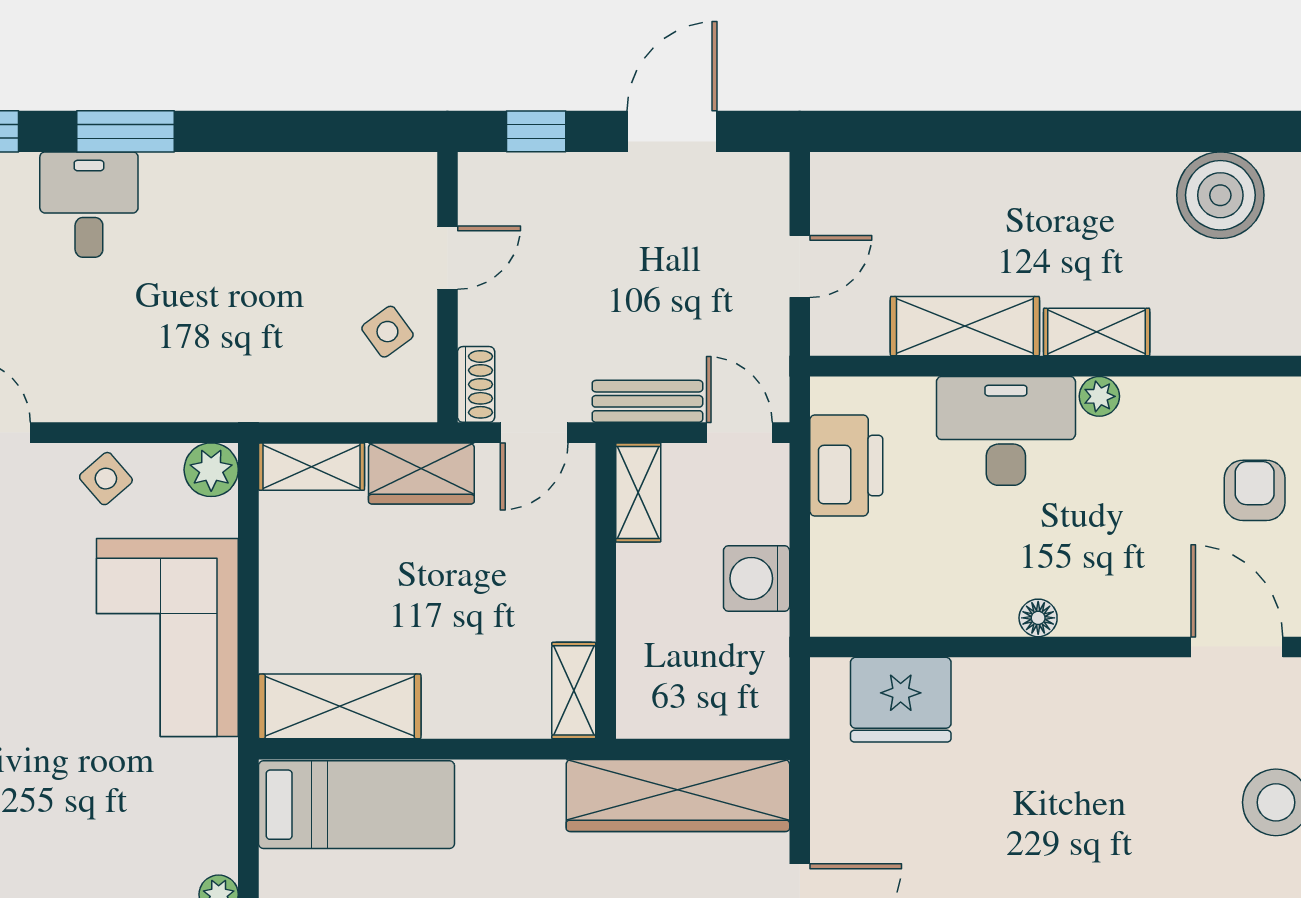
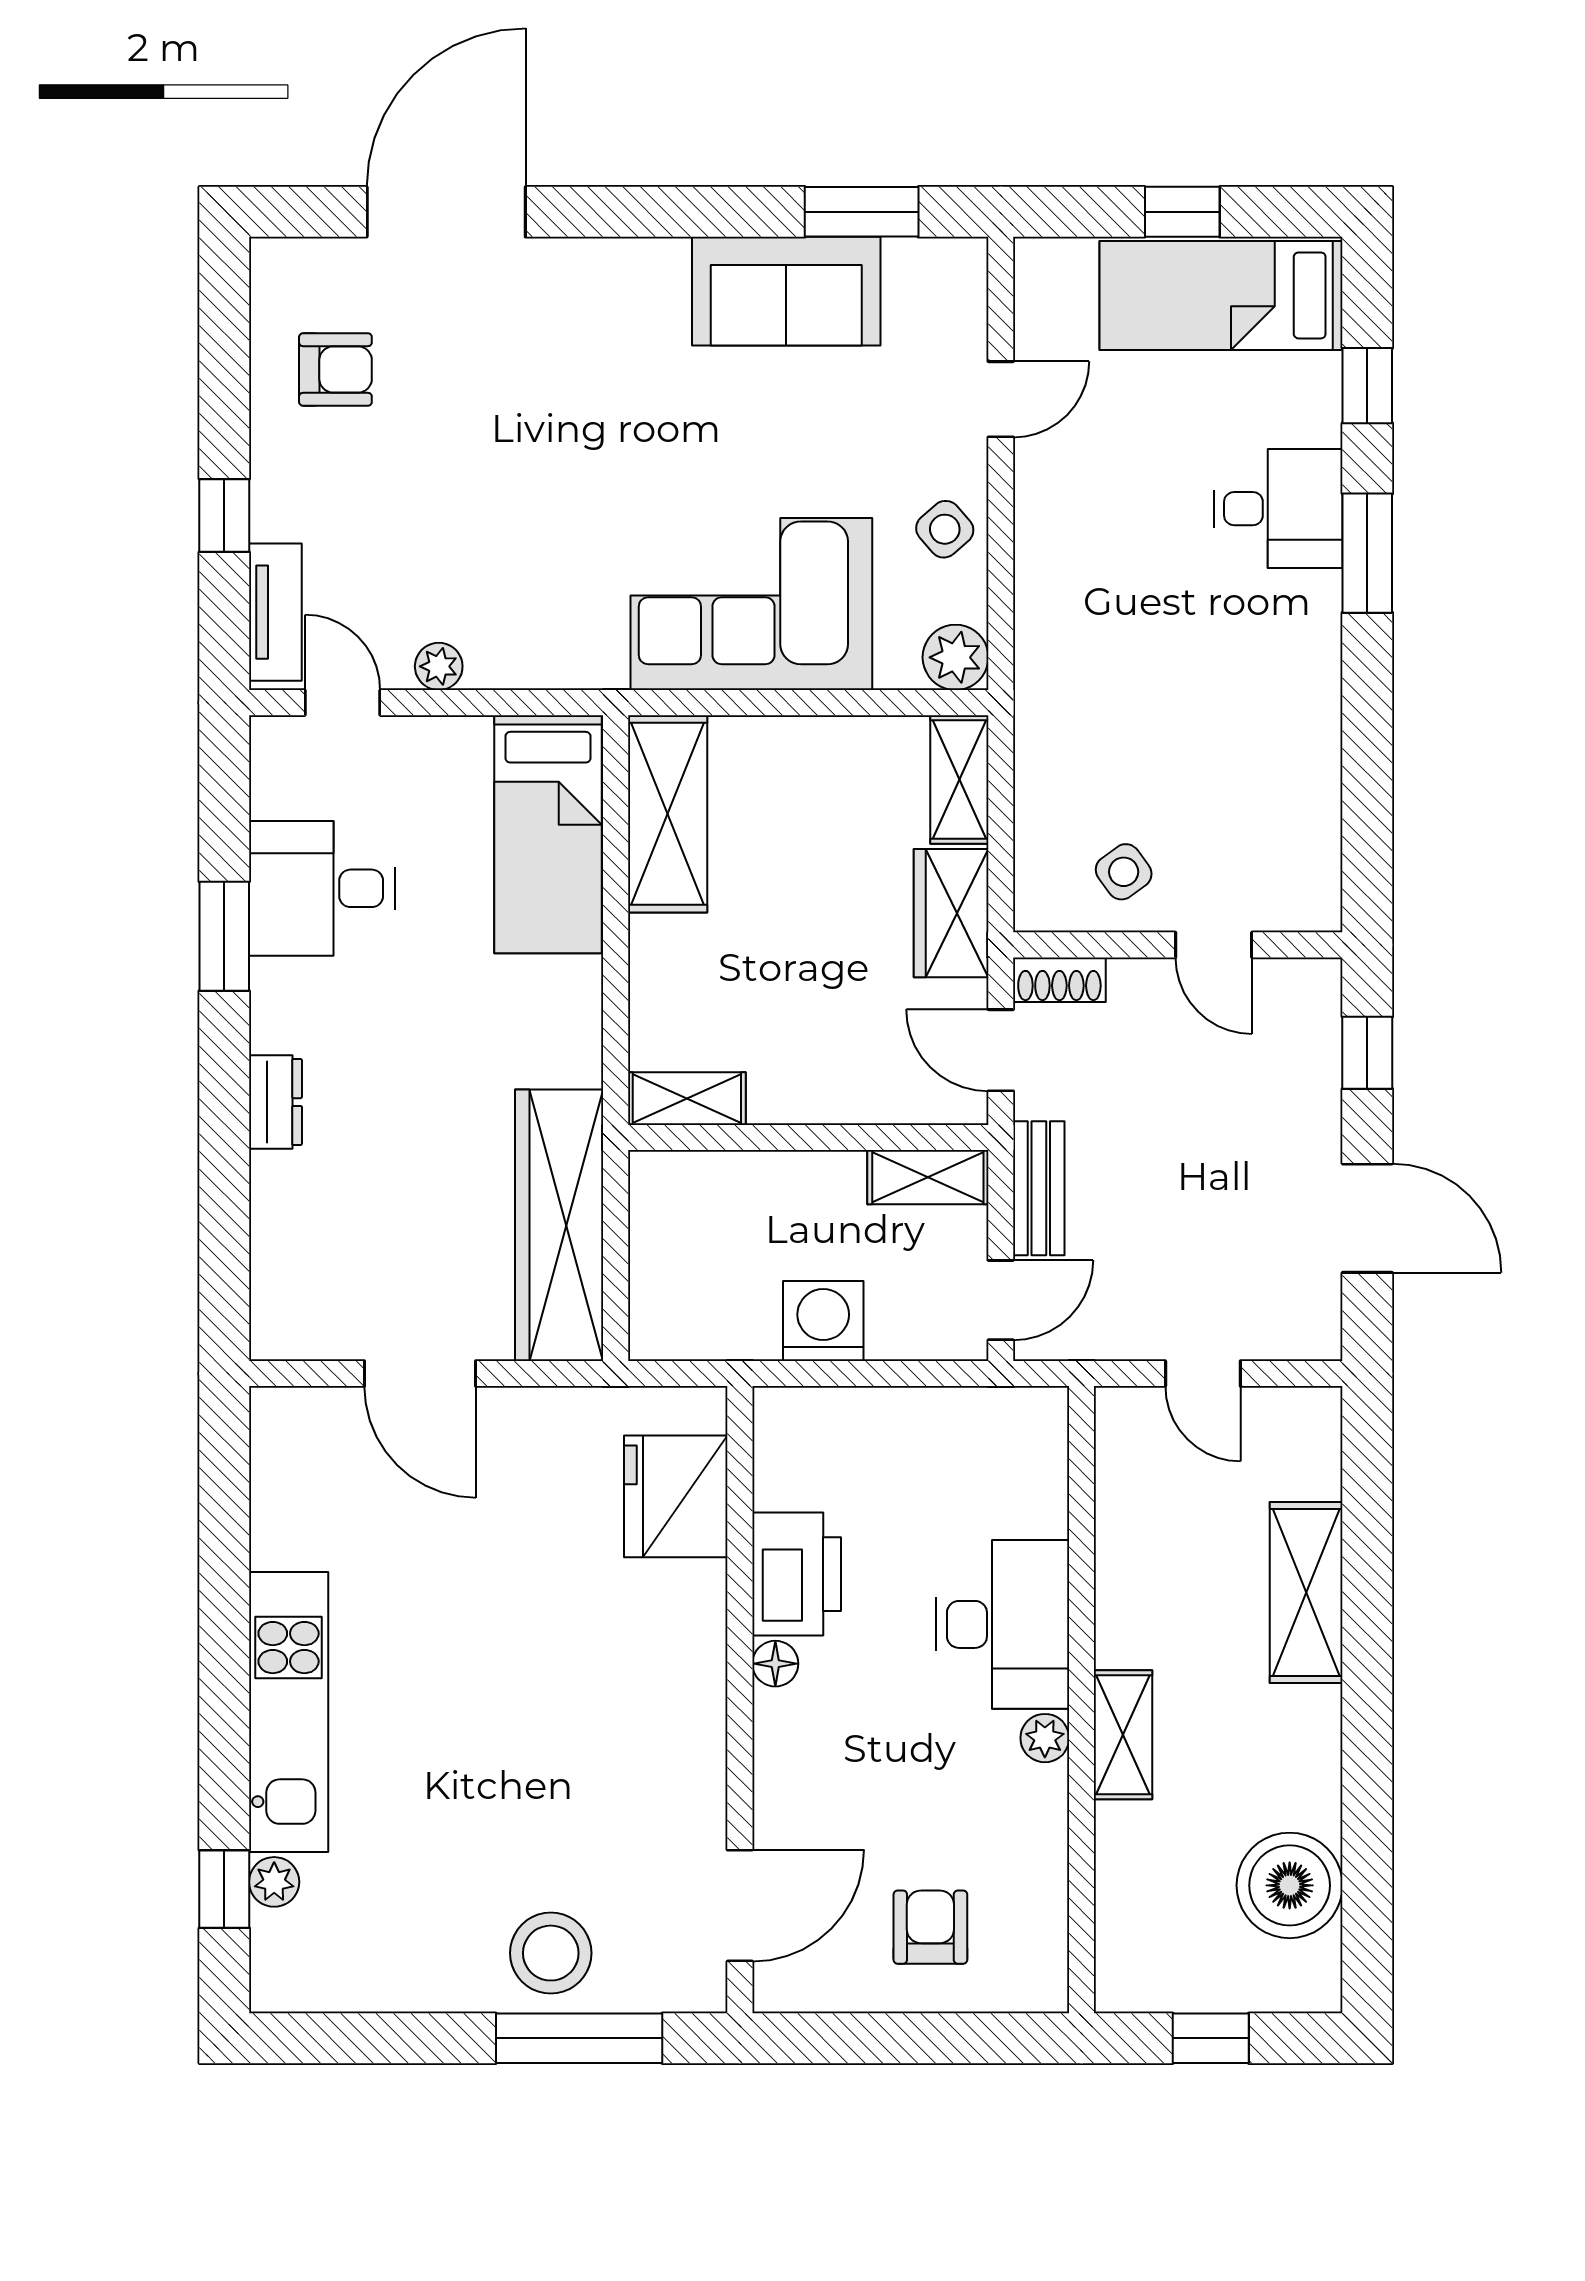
shelving: (965, 326) -> (1306, 1593), moved
printer: (846, 465) -> (797, 1574), moved, turned -90
armchair: (1255, 490) -> (930, 1927), turned -90

